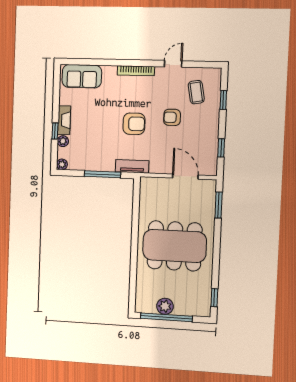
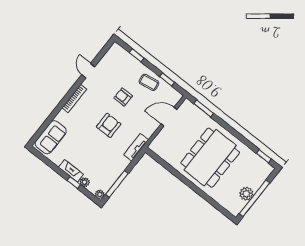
coffee table: (196, 92) -> (149, 82), moved
armchair: (172, 117) -> (123, 97), turned 90
window: (102, 174) -> (117, 184), moved

